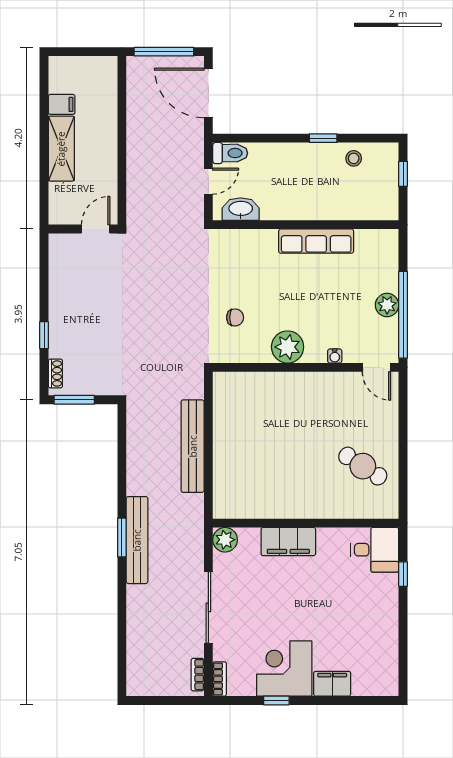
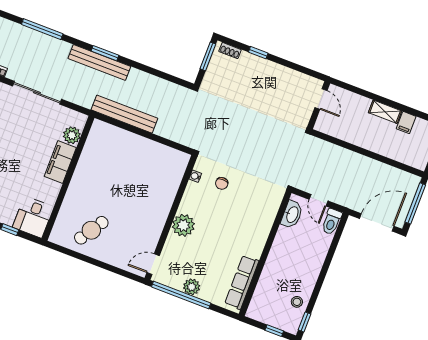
window: (323, 138) -> (305, 322), moved
shelving: (61, 149) -> (385, 112), width x0.67, depth x0.75
door: (96, 229) -> (321, 99), moved
row of seats: (316, 241) -> (242, 282), moved
plant: (288, 347) -> (183, 225), moved
water cooler: (335, 356) -> (195, 176), moved
bench: (193, 446) -> (124, 114), moved
plant: (225, 540) -> (72, 135), moved
window: (122, 632) -> (42, 29), added

